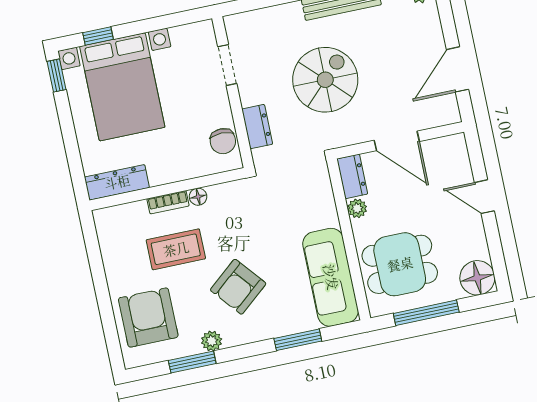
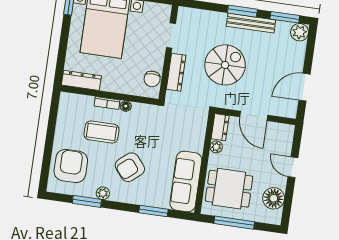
dresser: (257, 127) -> (176, 72), width x1.44
floor lamp: (477, 278) -> (274, 198), moved

